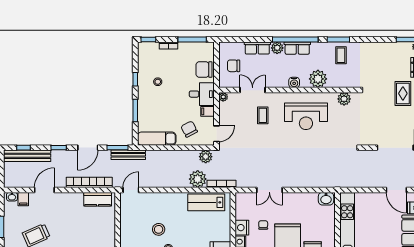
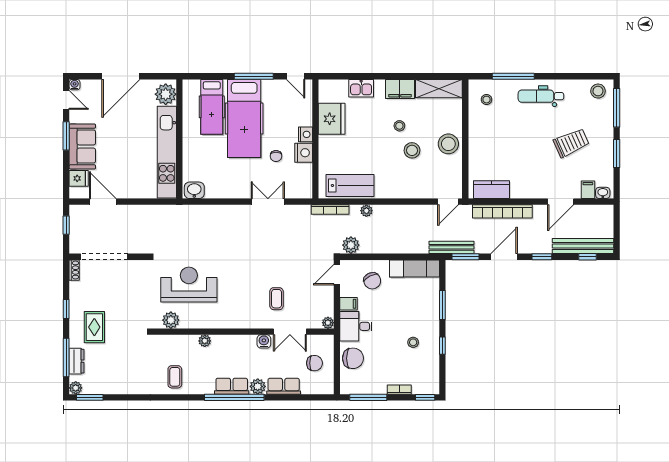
window: (338, 39) -> (178, 397), removed
plant: (318, 79) -> (205, 341), width x0.53, depth x0.53
water cooler: (294, 82) -> (264, 341), moved
reception desk: (306, 116) -> (189, 284), moved
plant: (198, 179) -> (366, 211), width x0.53, depth x0.53
stool: (131, 234) -> (448, 144), added

